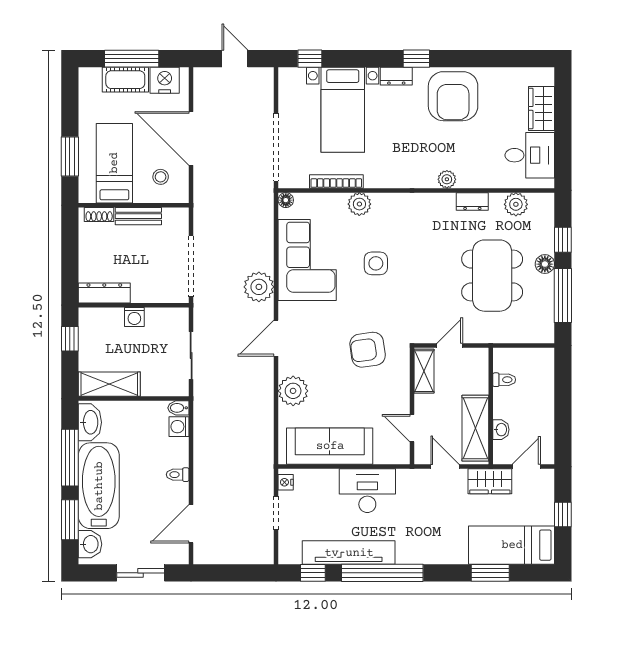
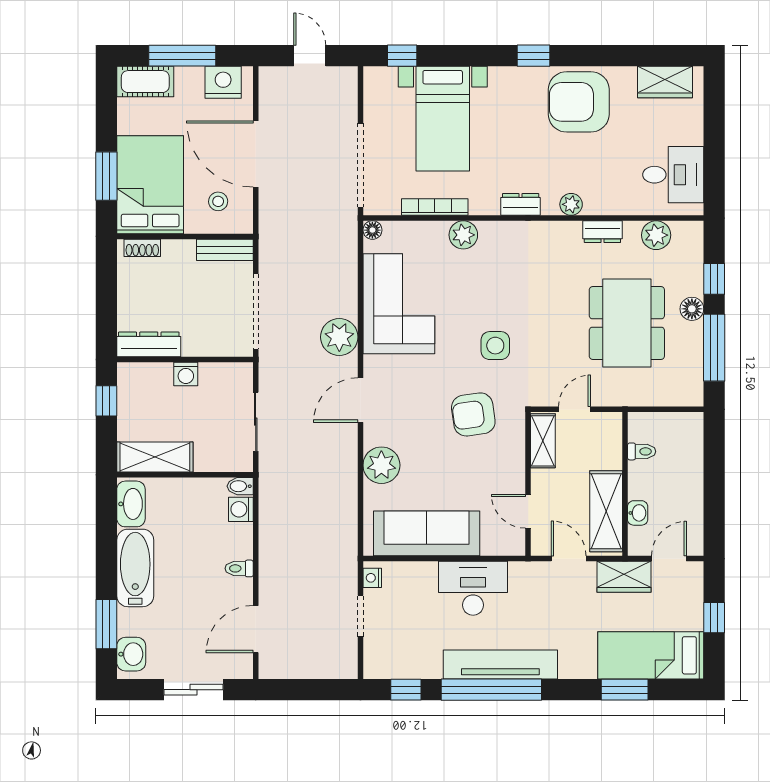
dresser: (396, 76) -> (521, 204), moved, turned 180
cot: (125, 80) -> (145, 82), moved
armchair: (453, 96) -> (579, 102), turned 90
wardrobe: (542, 108) -> (665, 82), moved, turned -90
bed: (114, 163) -> (150, 185), width x1.50
bench: (138, 216) -> (225, 250), moved
side table: (376, 263) -> (495, 346), moved
window: (70, 458) -> (106, 548), removed
bathtub: (99, 486) -> (135, 568), width x0.73, depth x0.73
tv unit: (349, 553) -> (500, 664), moved

